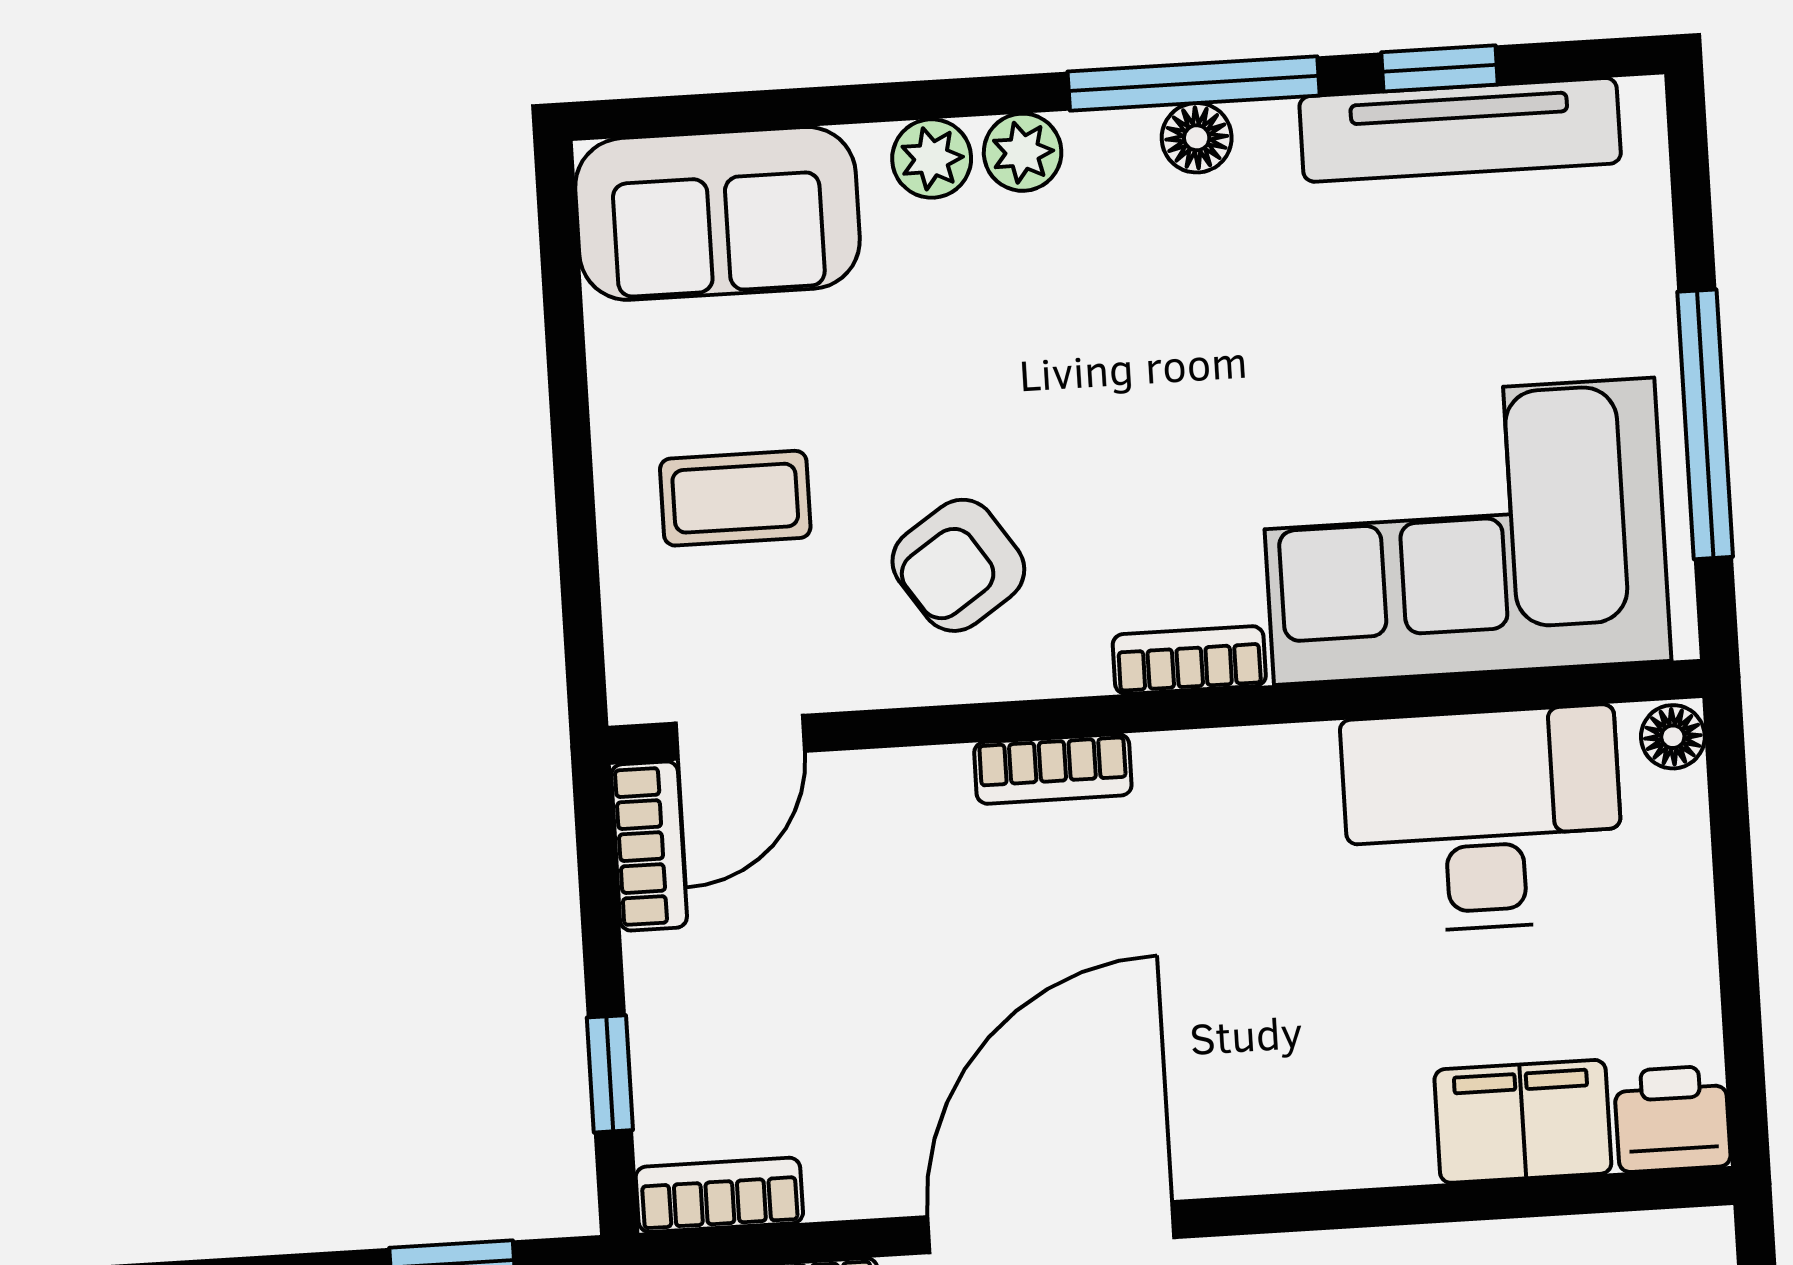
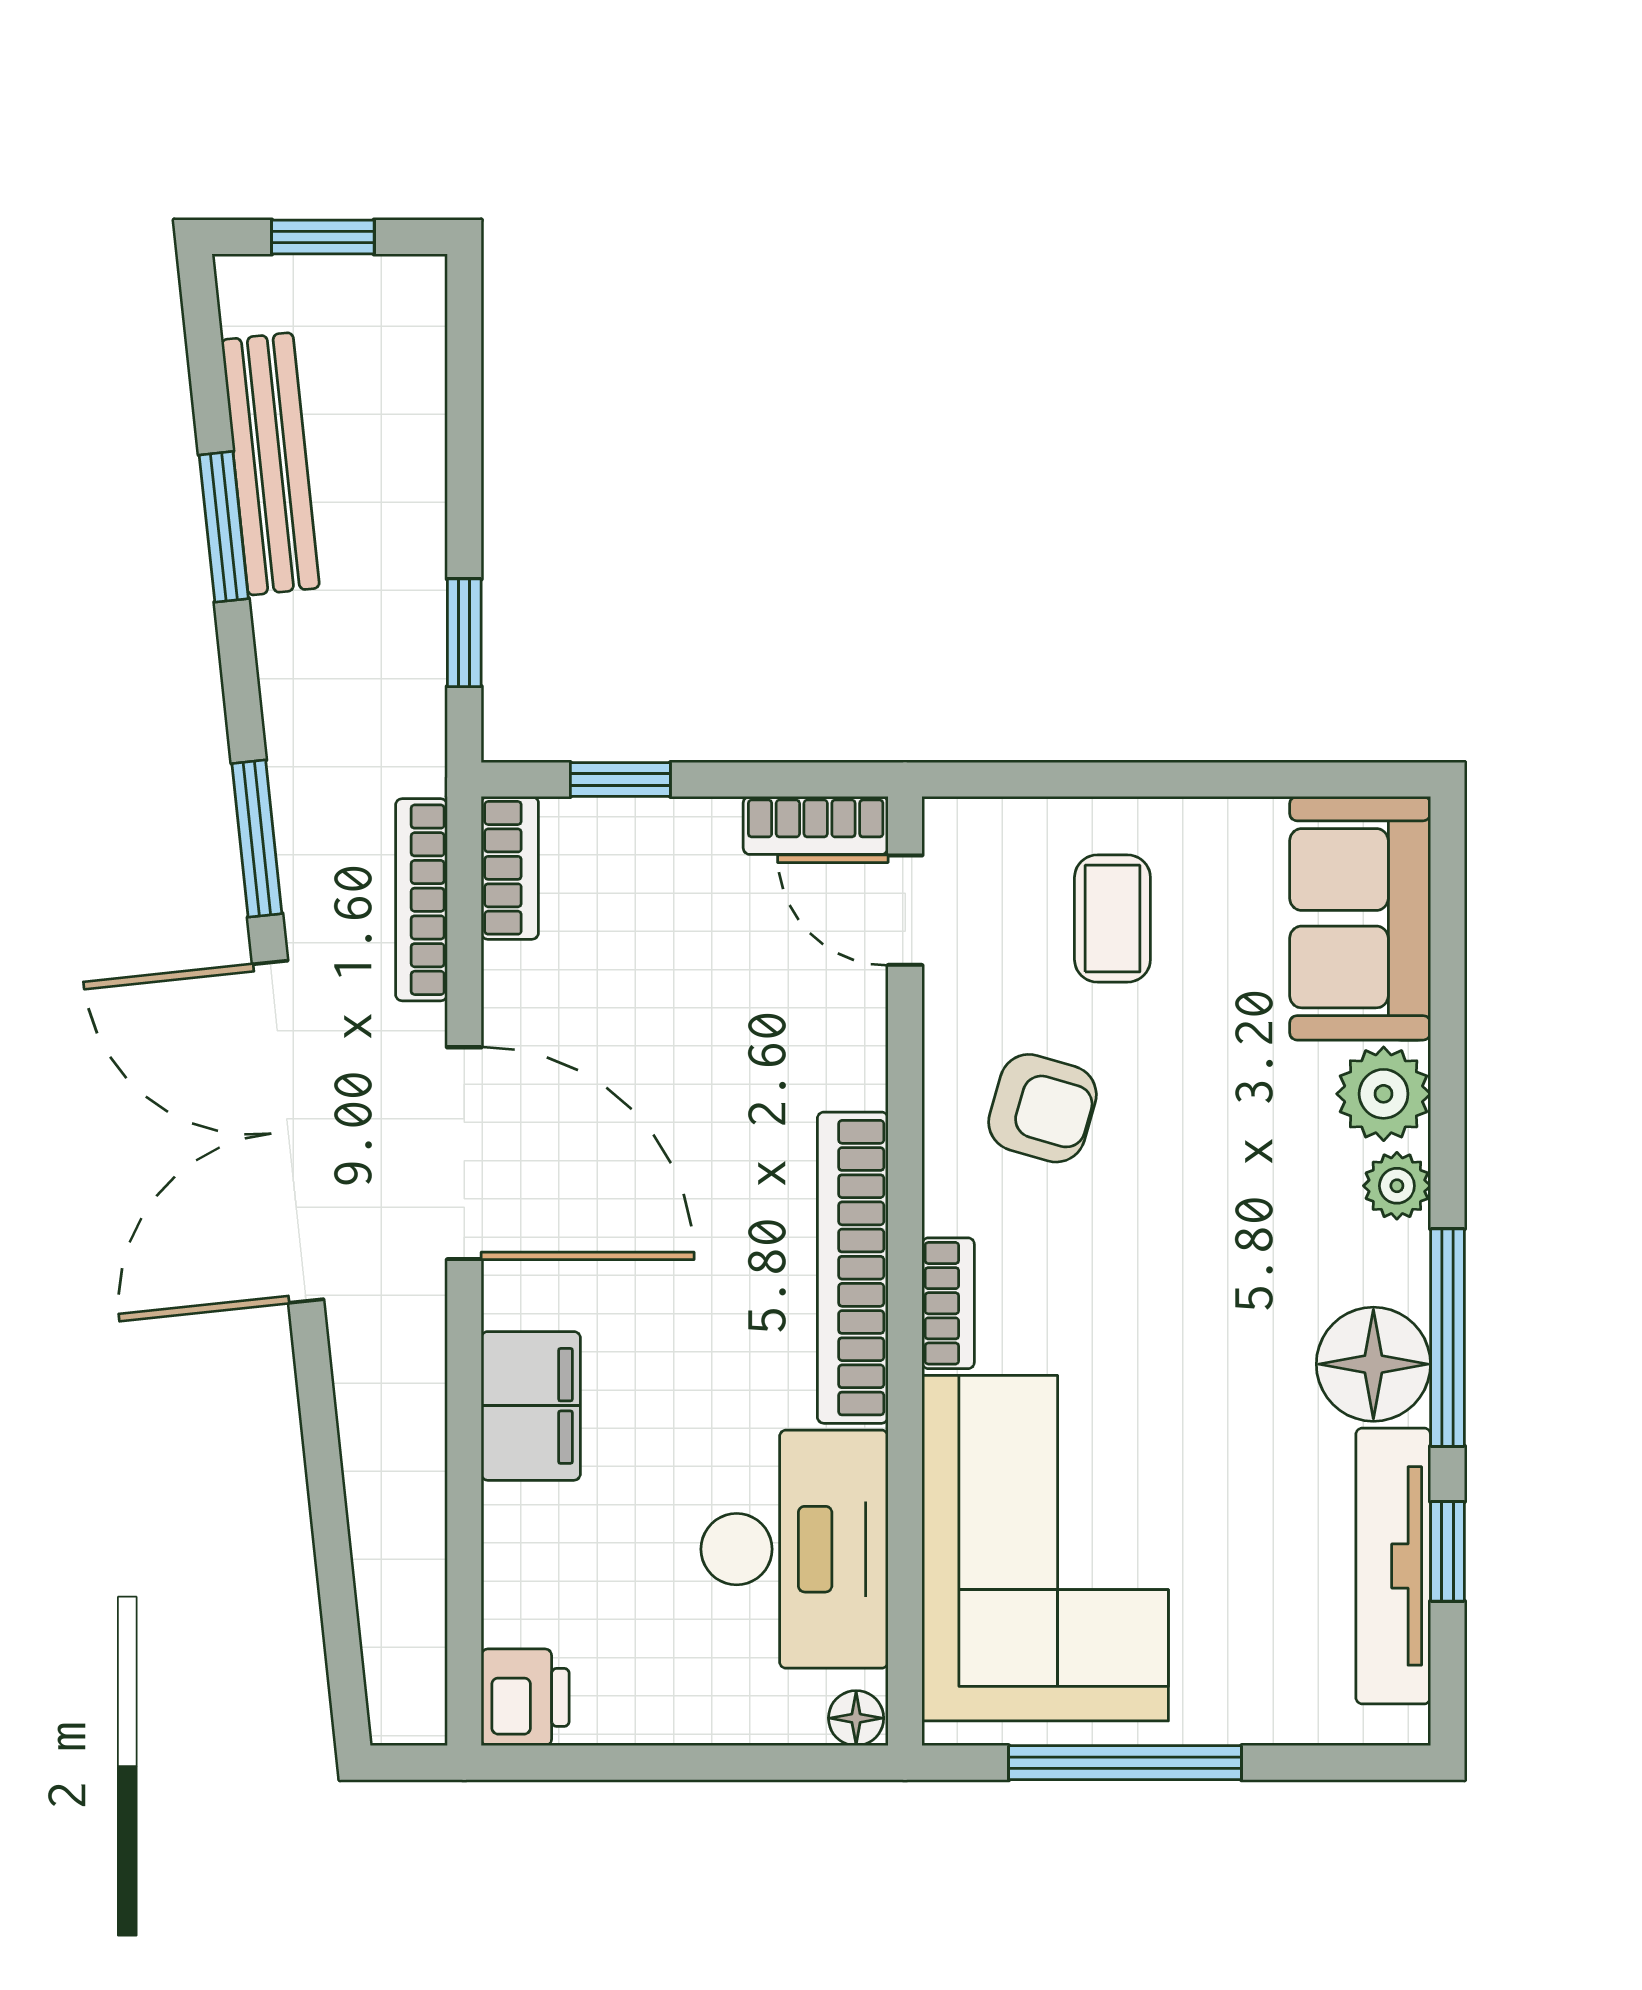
floor lamp: (1197, 138) -> (1373, 1364), width x1.89, depth x1.89
plant: (932, 158) -> (1384, 1094), width x1.38, depth x1.38
armchair: (958, 565) -> (1042, 1108), turned 140
bookcase: (1053, 769) -> (853, 1268), width x2.31, depth x1.31
filing cabinet: (1523, 1121) -> (531, 1406), moved

